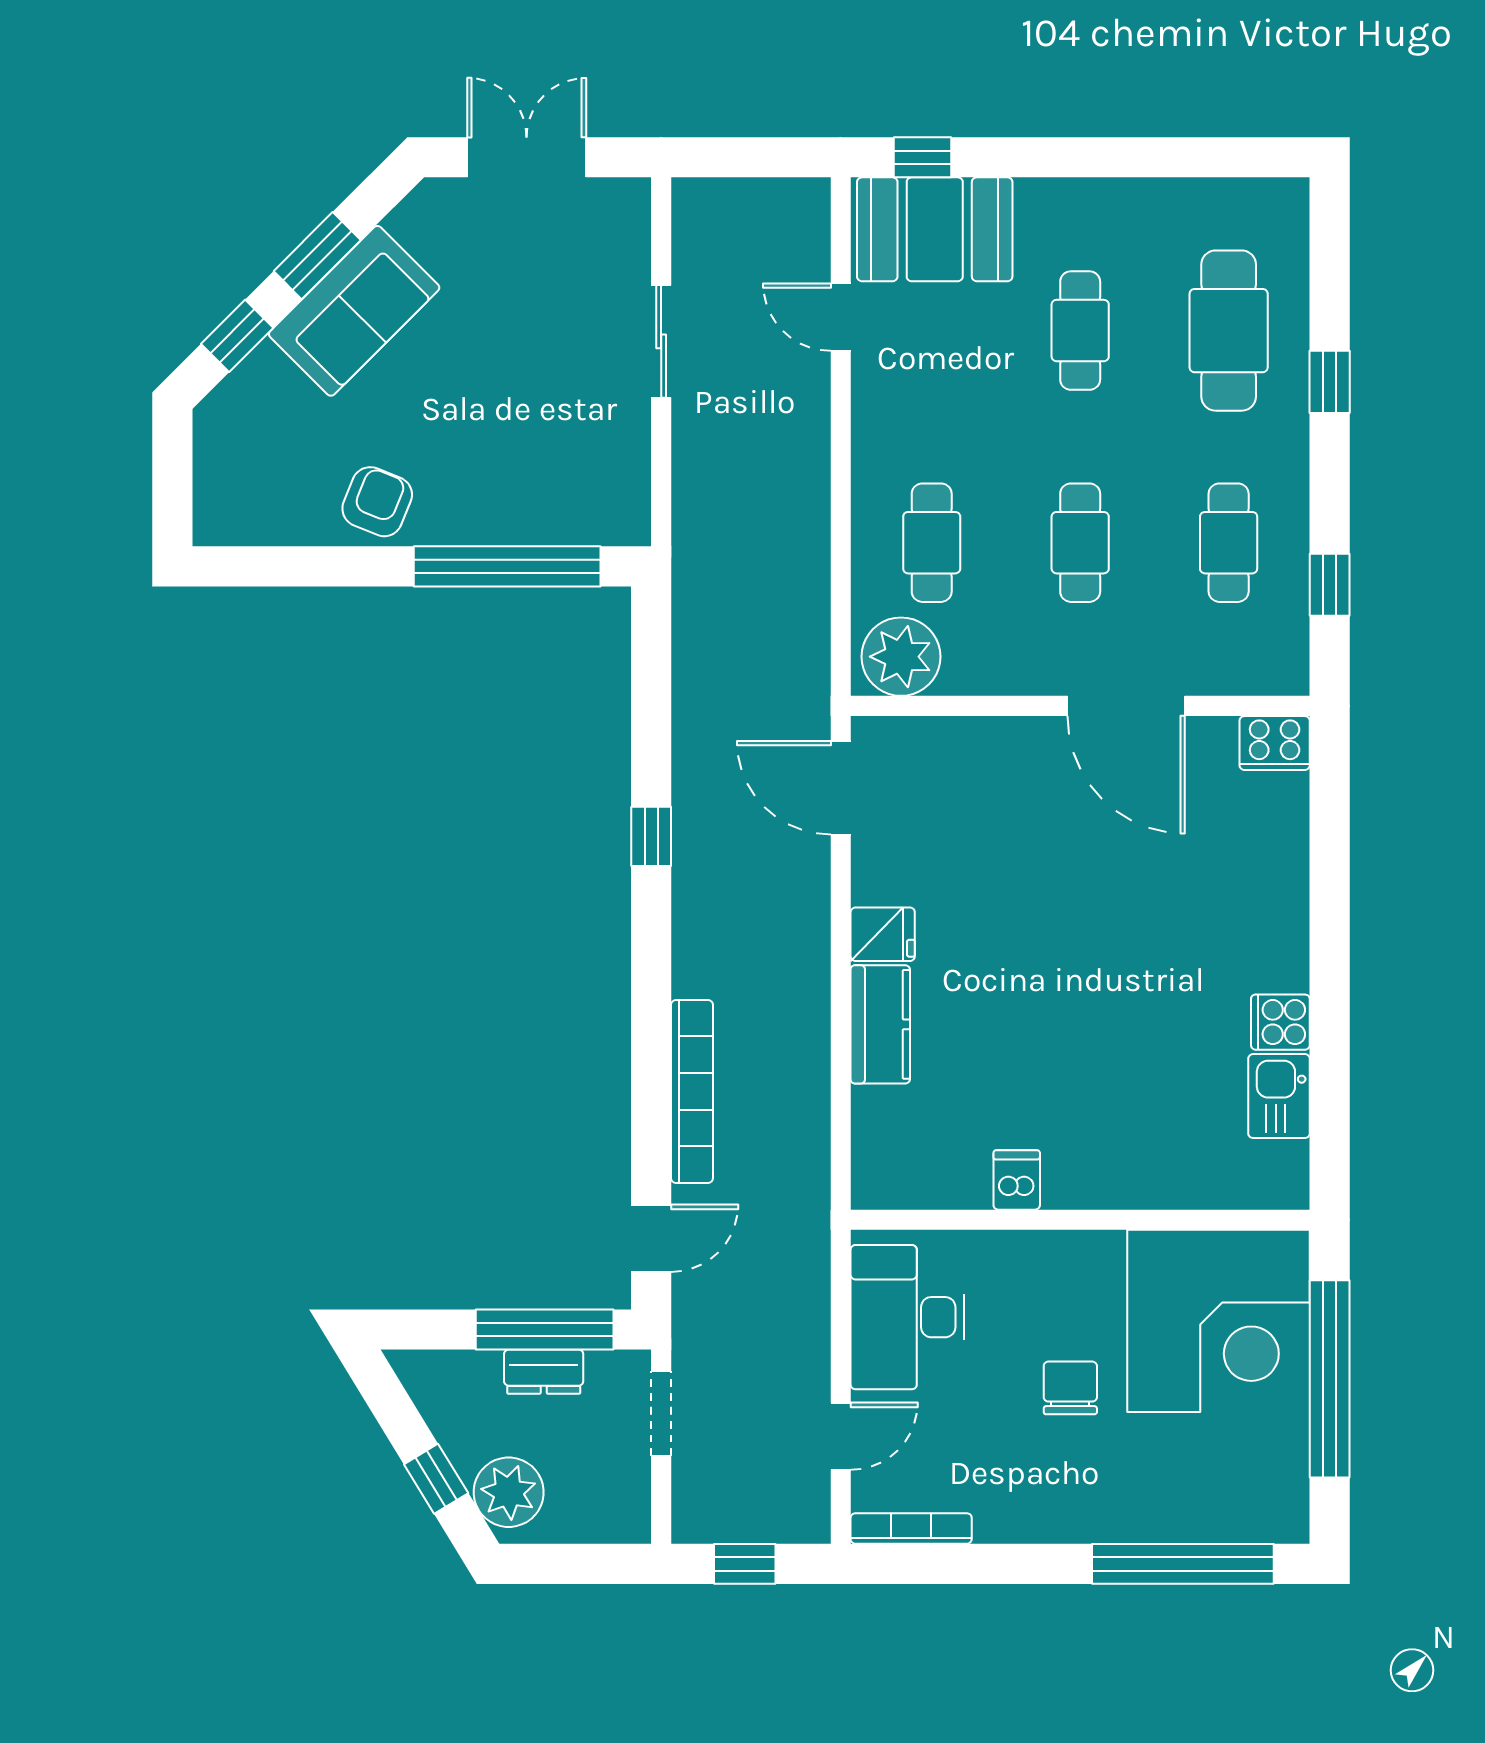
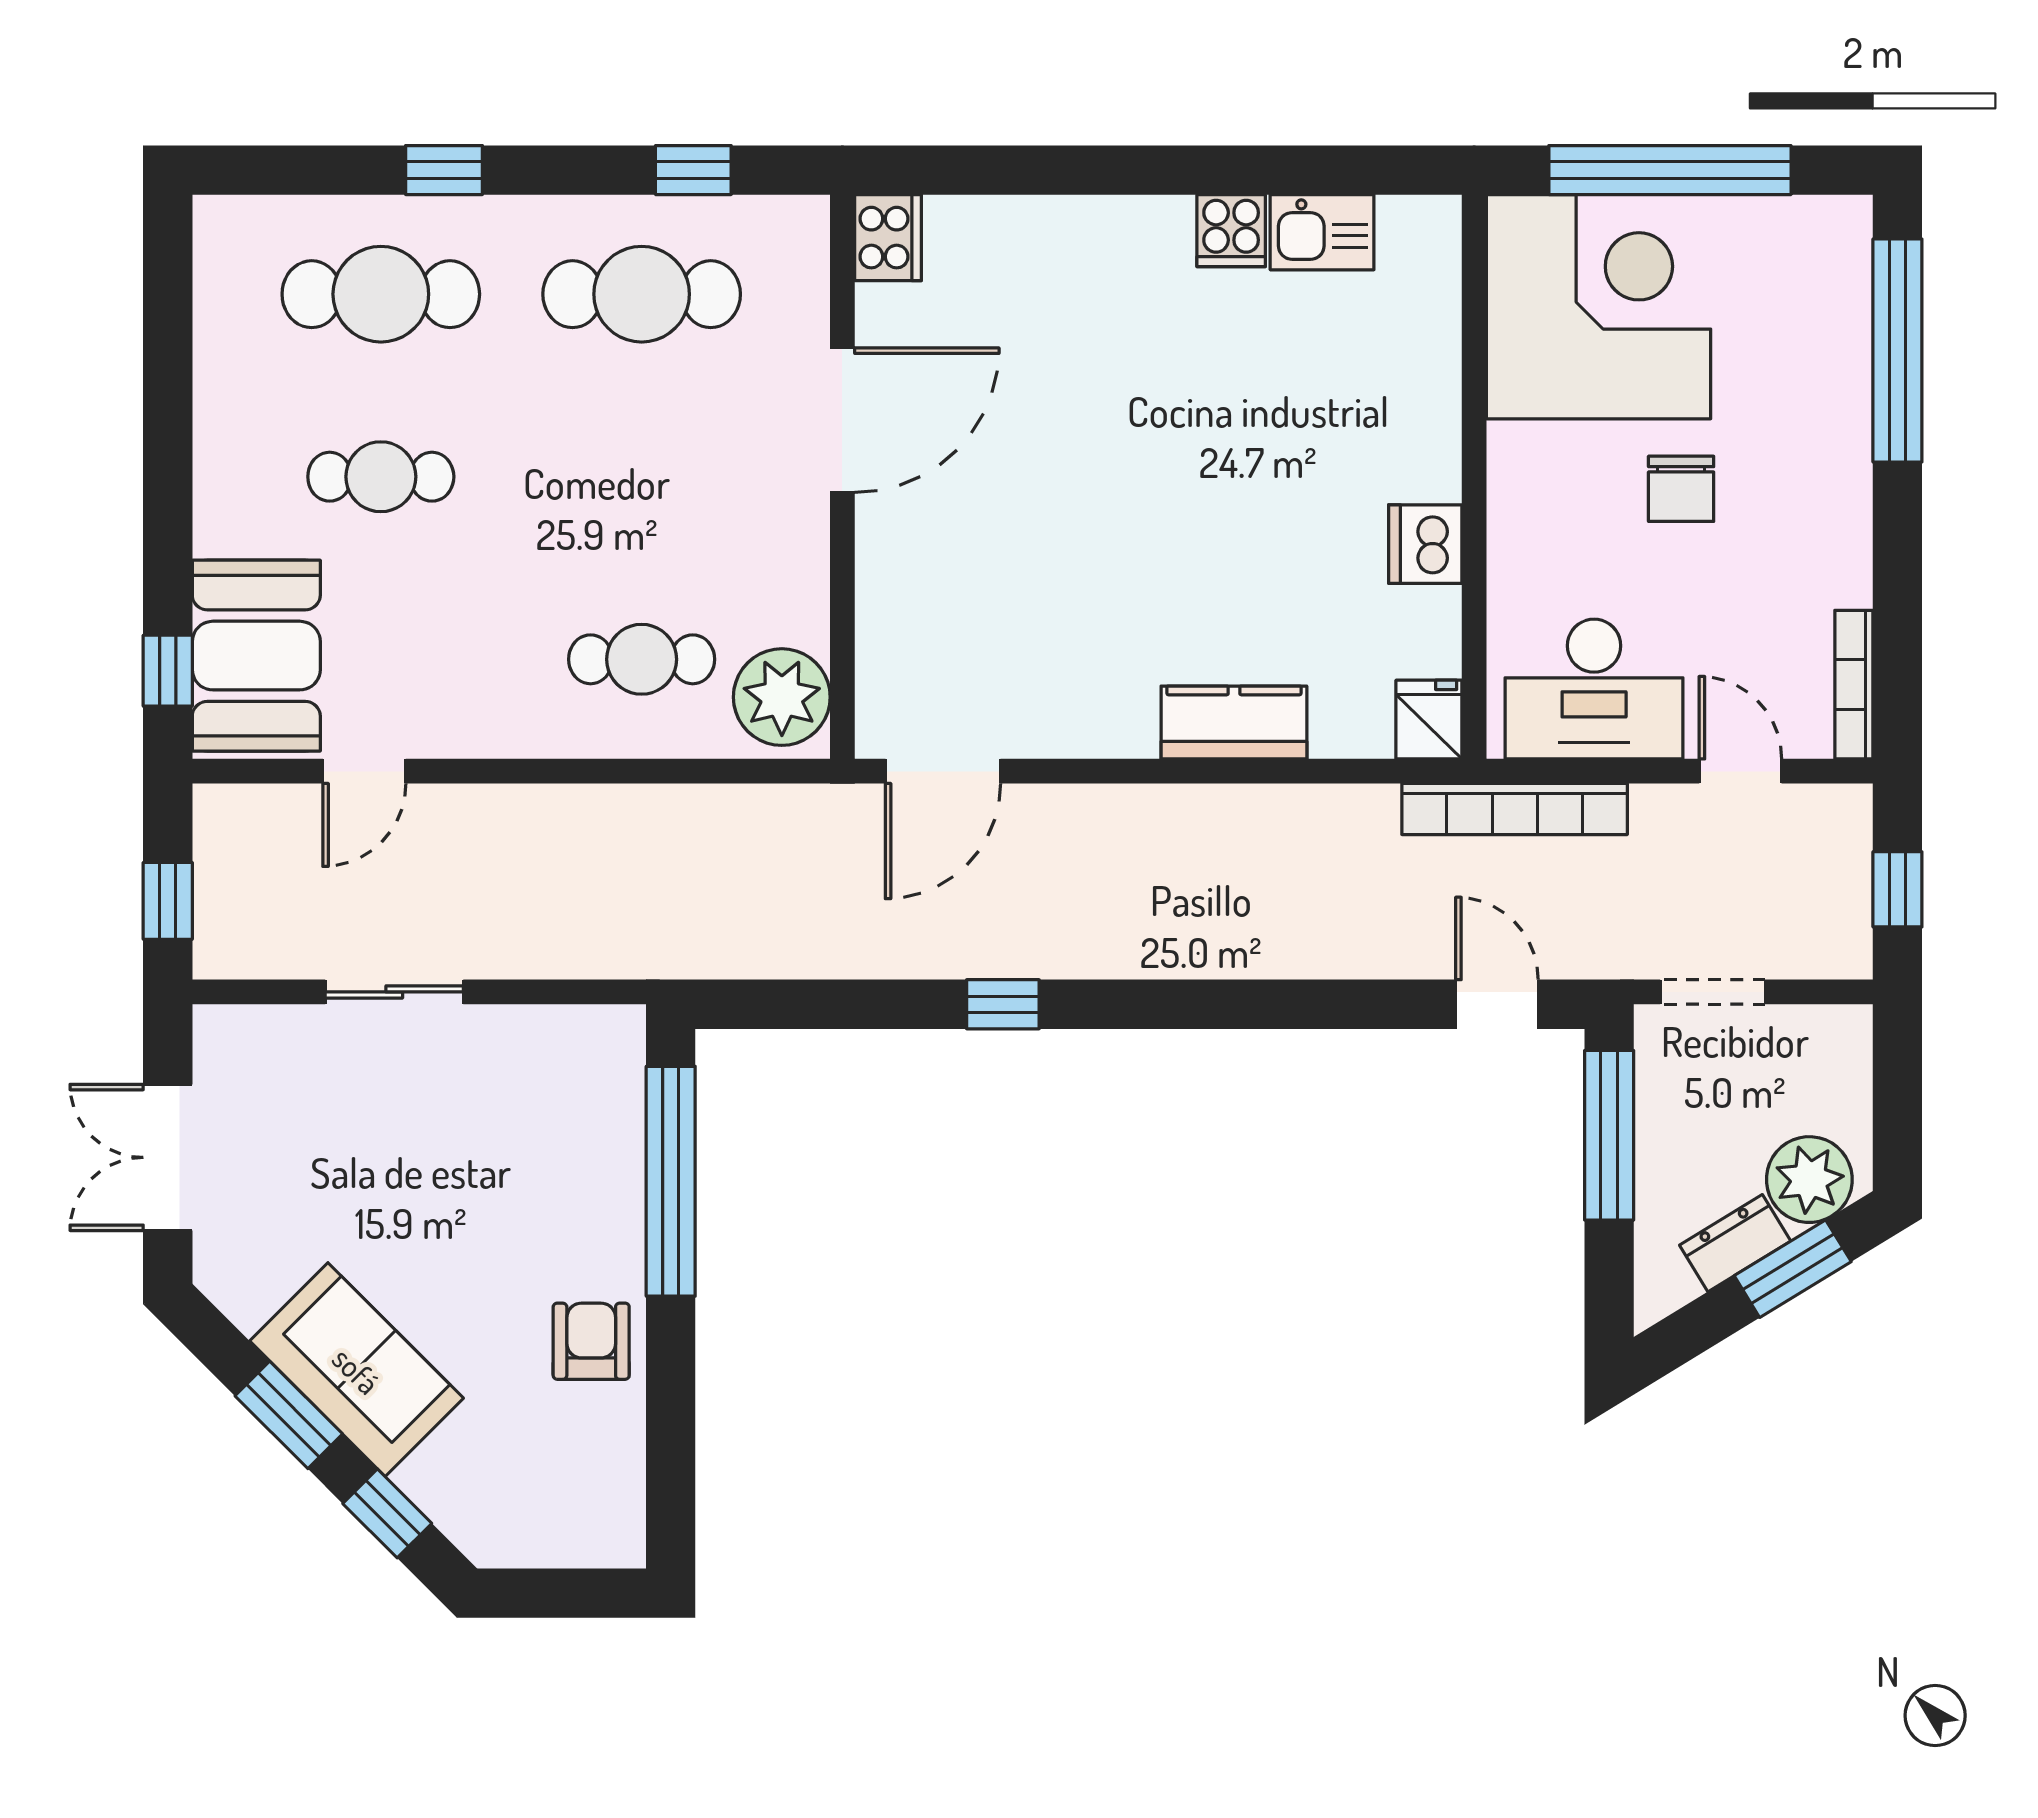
window: (735, 157) -> (168, 901), added
armchair: (377, 502) -> (591, 1341), turned 68
cafe table: (1080, 543) -> (642, 477), removed
cafe table: (1229, 543) -> (642, 294), width x1.37, depth x1.35
fridge: (883, 934) -> (1429, 720), moved
bookcase: (692, 1091) -> (1515, 809), moved, turned 180
dishwasher: (1017, 1180) -> (1425, 544), width x1.38
dresser: (544, 1372) -> (1735, 1243), moved, turned -121
chair: (1070, 1388) -> (1681, 489), turned -90
window: (436, 1479) -> (1793, 1269), width x1.50

